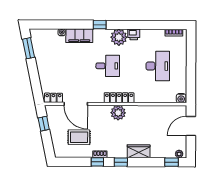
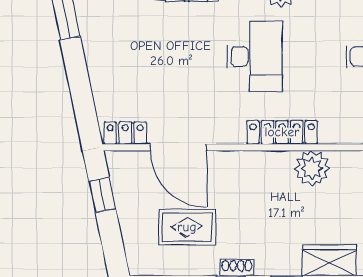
desk: (108, 66) -> (254, 56), width x1.37
plant: (118, 113) -> (312, 168), moved

